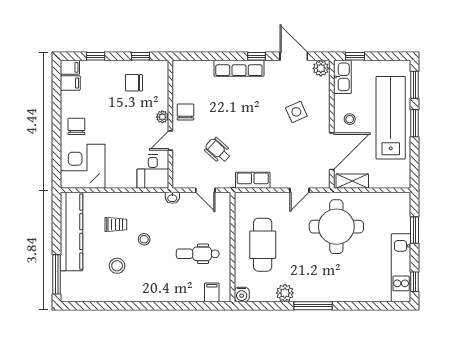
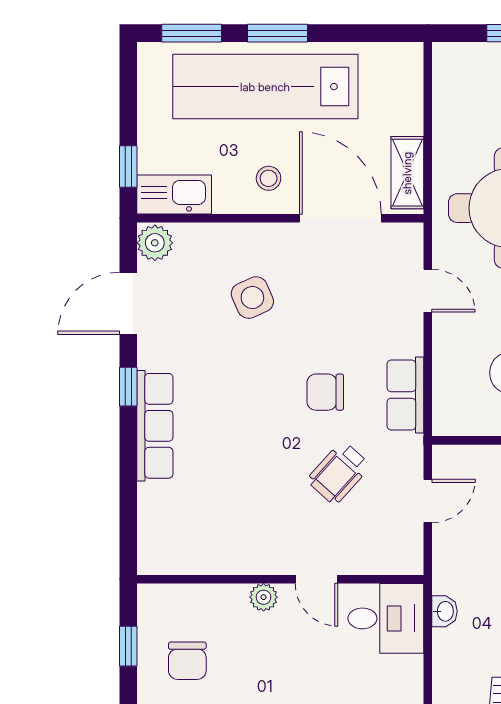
chair: (185, 112) -> (325, 392), moved
washbasin: (172, 198) -> (445, 611), moved

